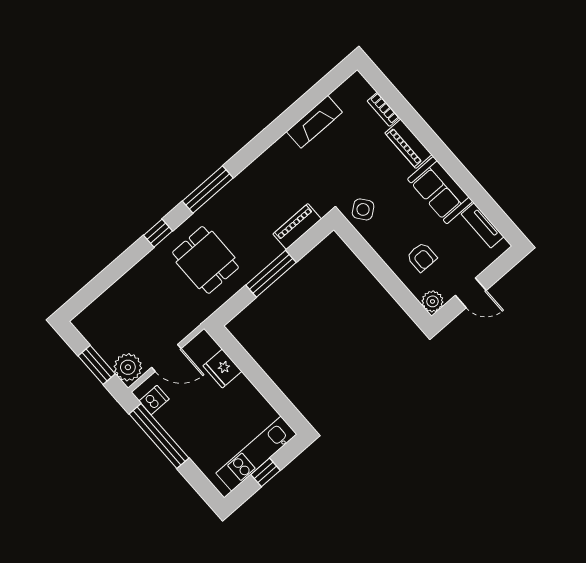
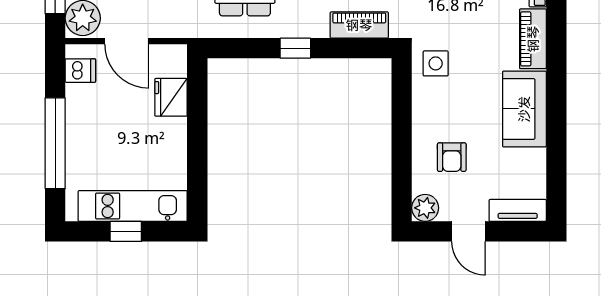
side table: (363, 209) -> (436, 63), turned 38
tv unit: (482, 225) -> (518, 210), moved, turned 90
window: (271, 274) -> (295, 48), width x0.46
window: (159, 436) -> (55, 143), moved

